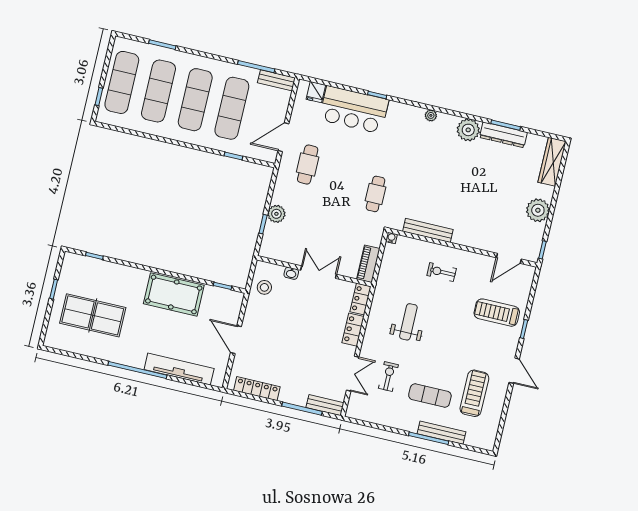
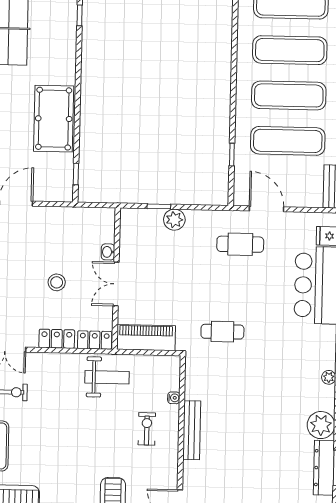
bench: (428, 230) -> (192, 430), moved
water cooler: (391, 238) -> (174, 398), moved
piano: (368, 264) -> (146, 338), width x1.37, depth x1.33
double door: (319, 272) -> (116, 284), swing flipped
stool: (264, 287) -> (57, 282), moved
weight bench: (408, 322) -> (107, 377), moved

